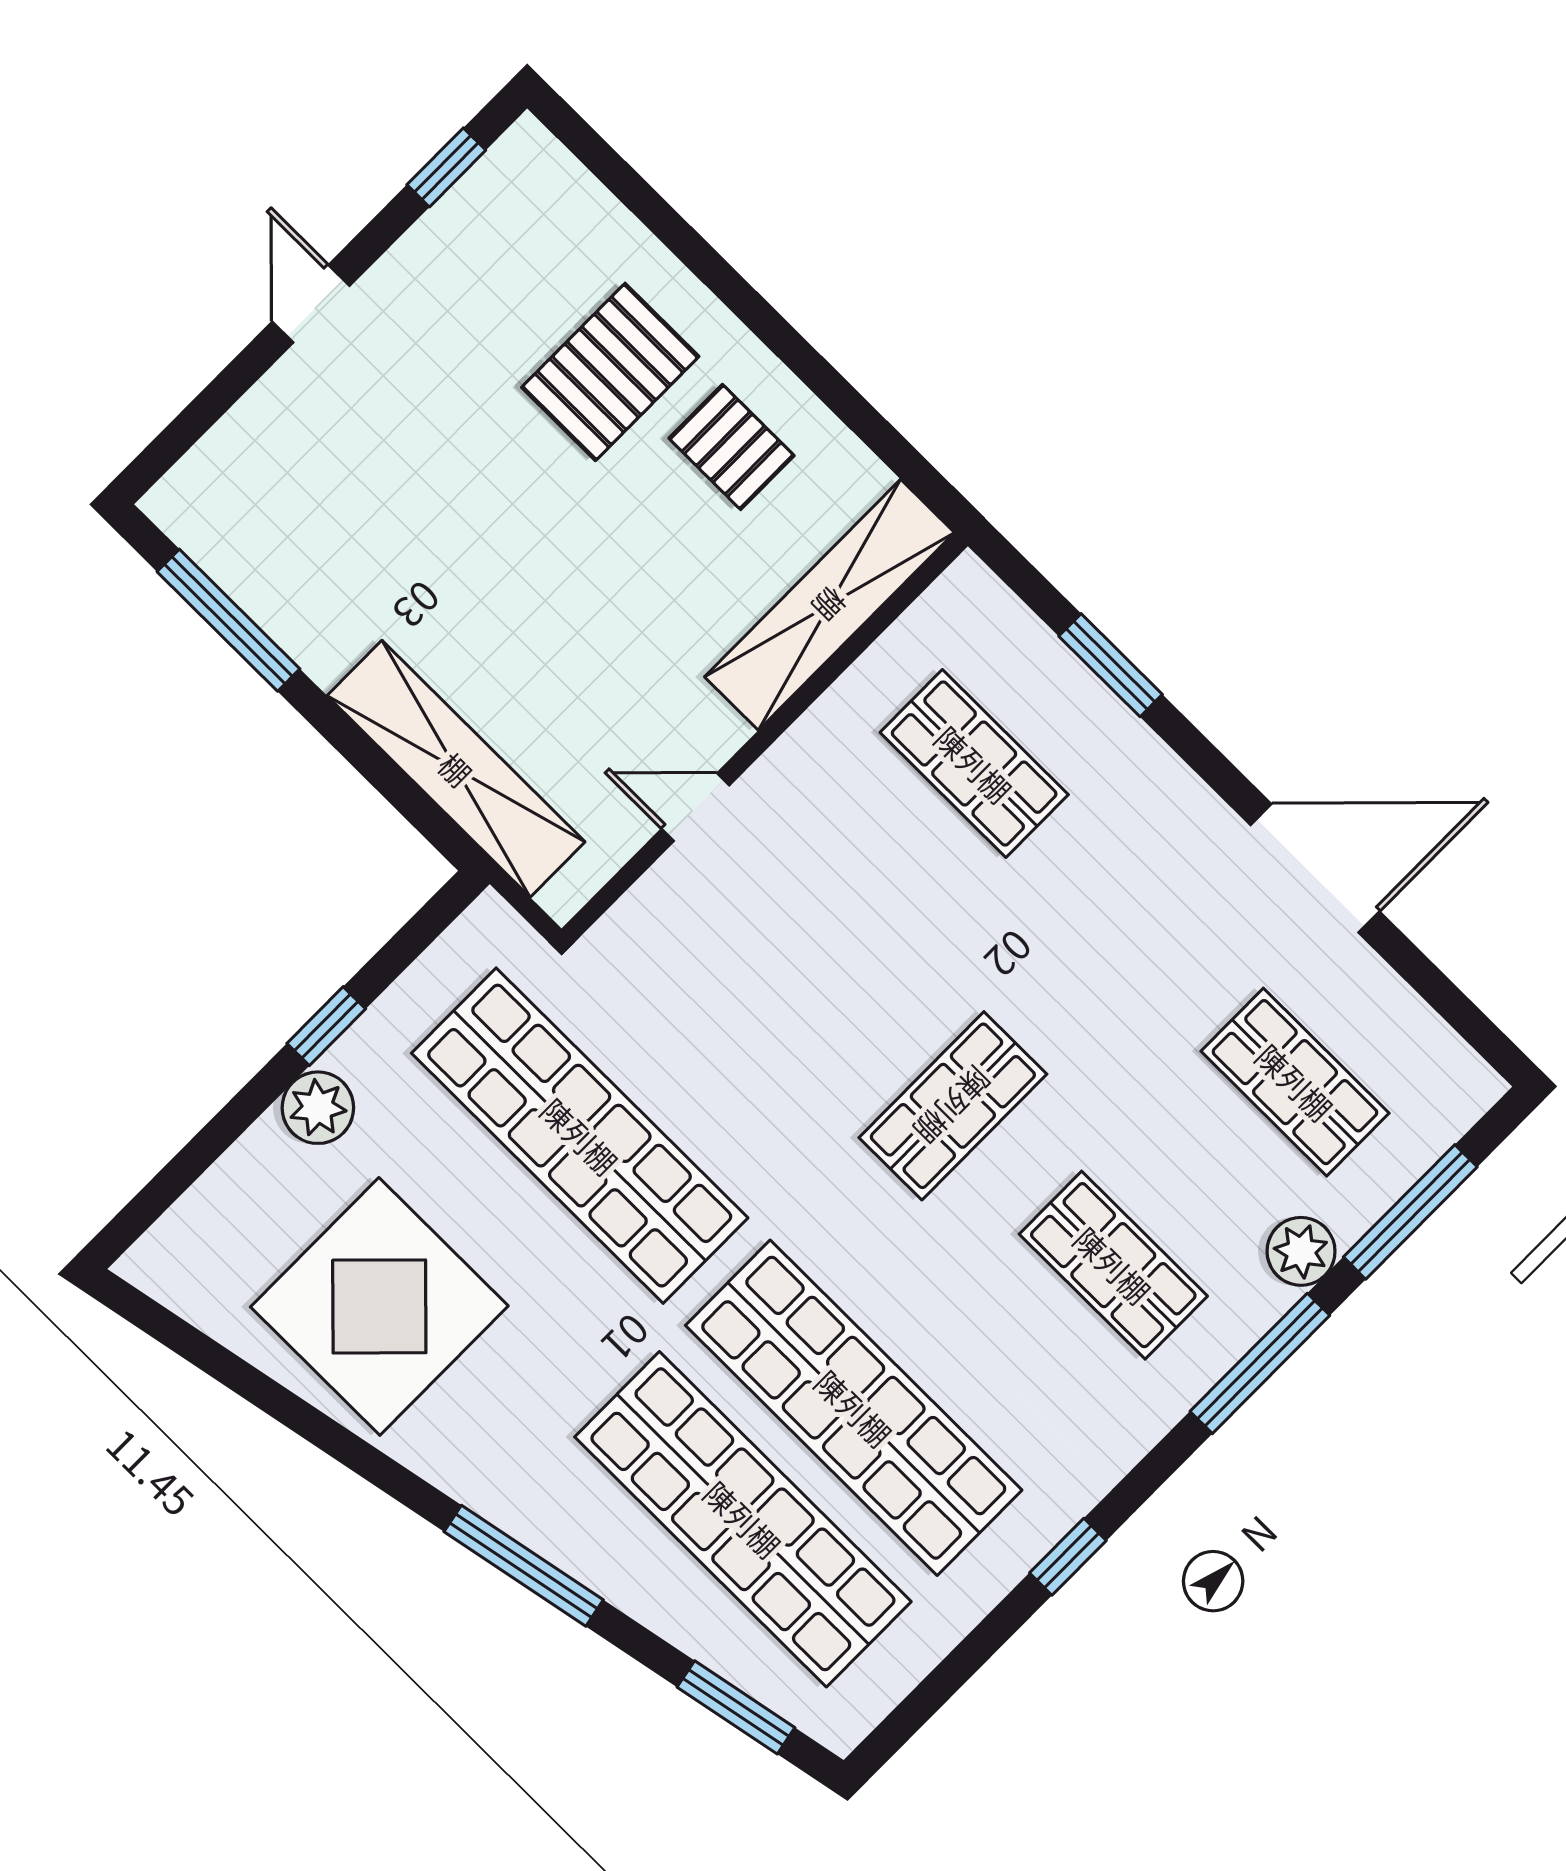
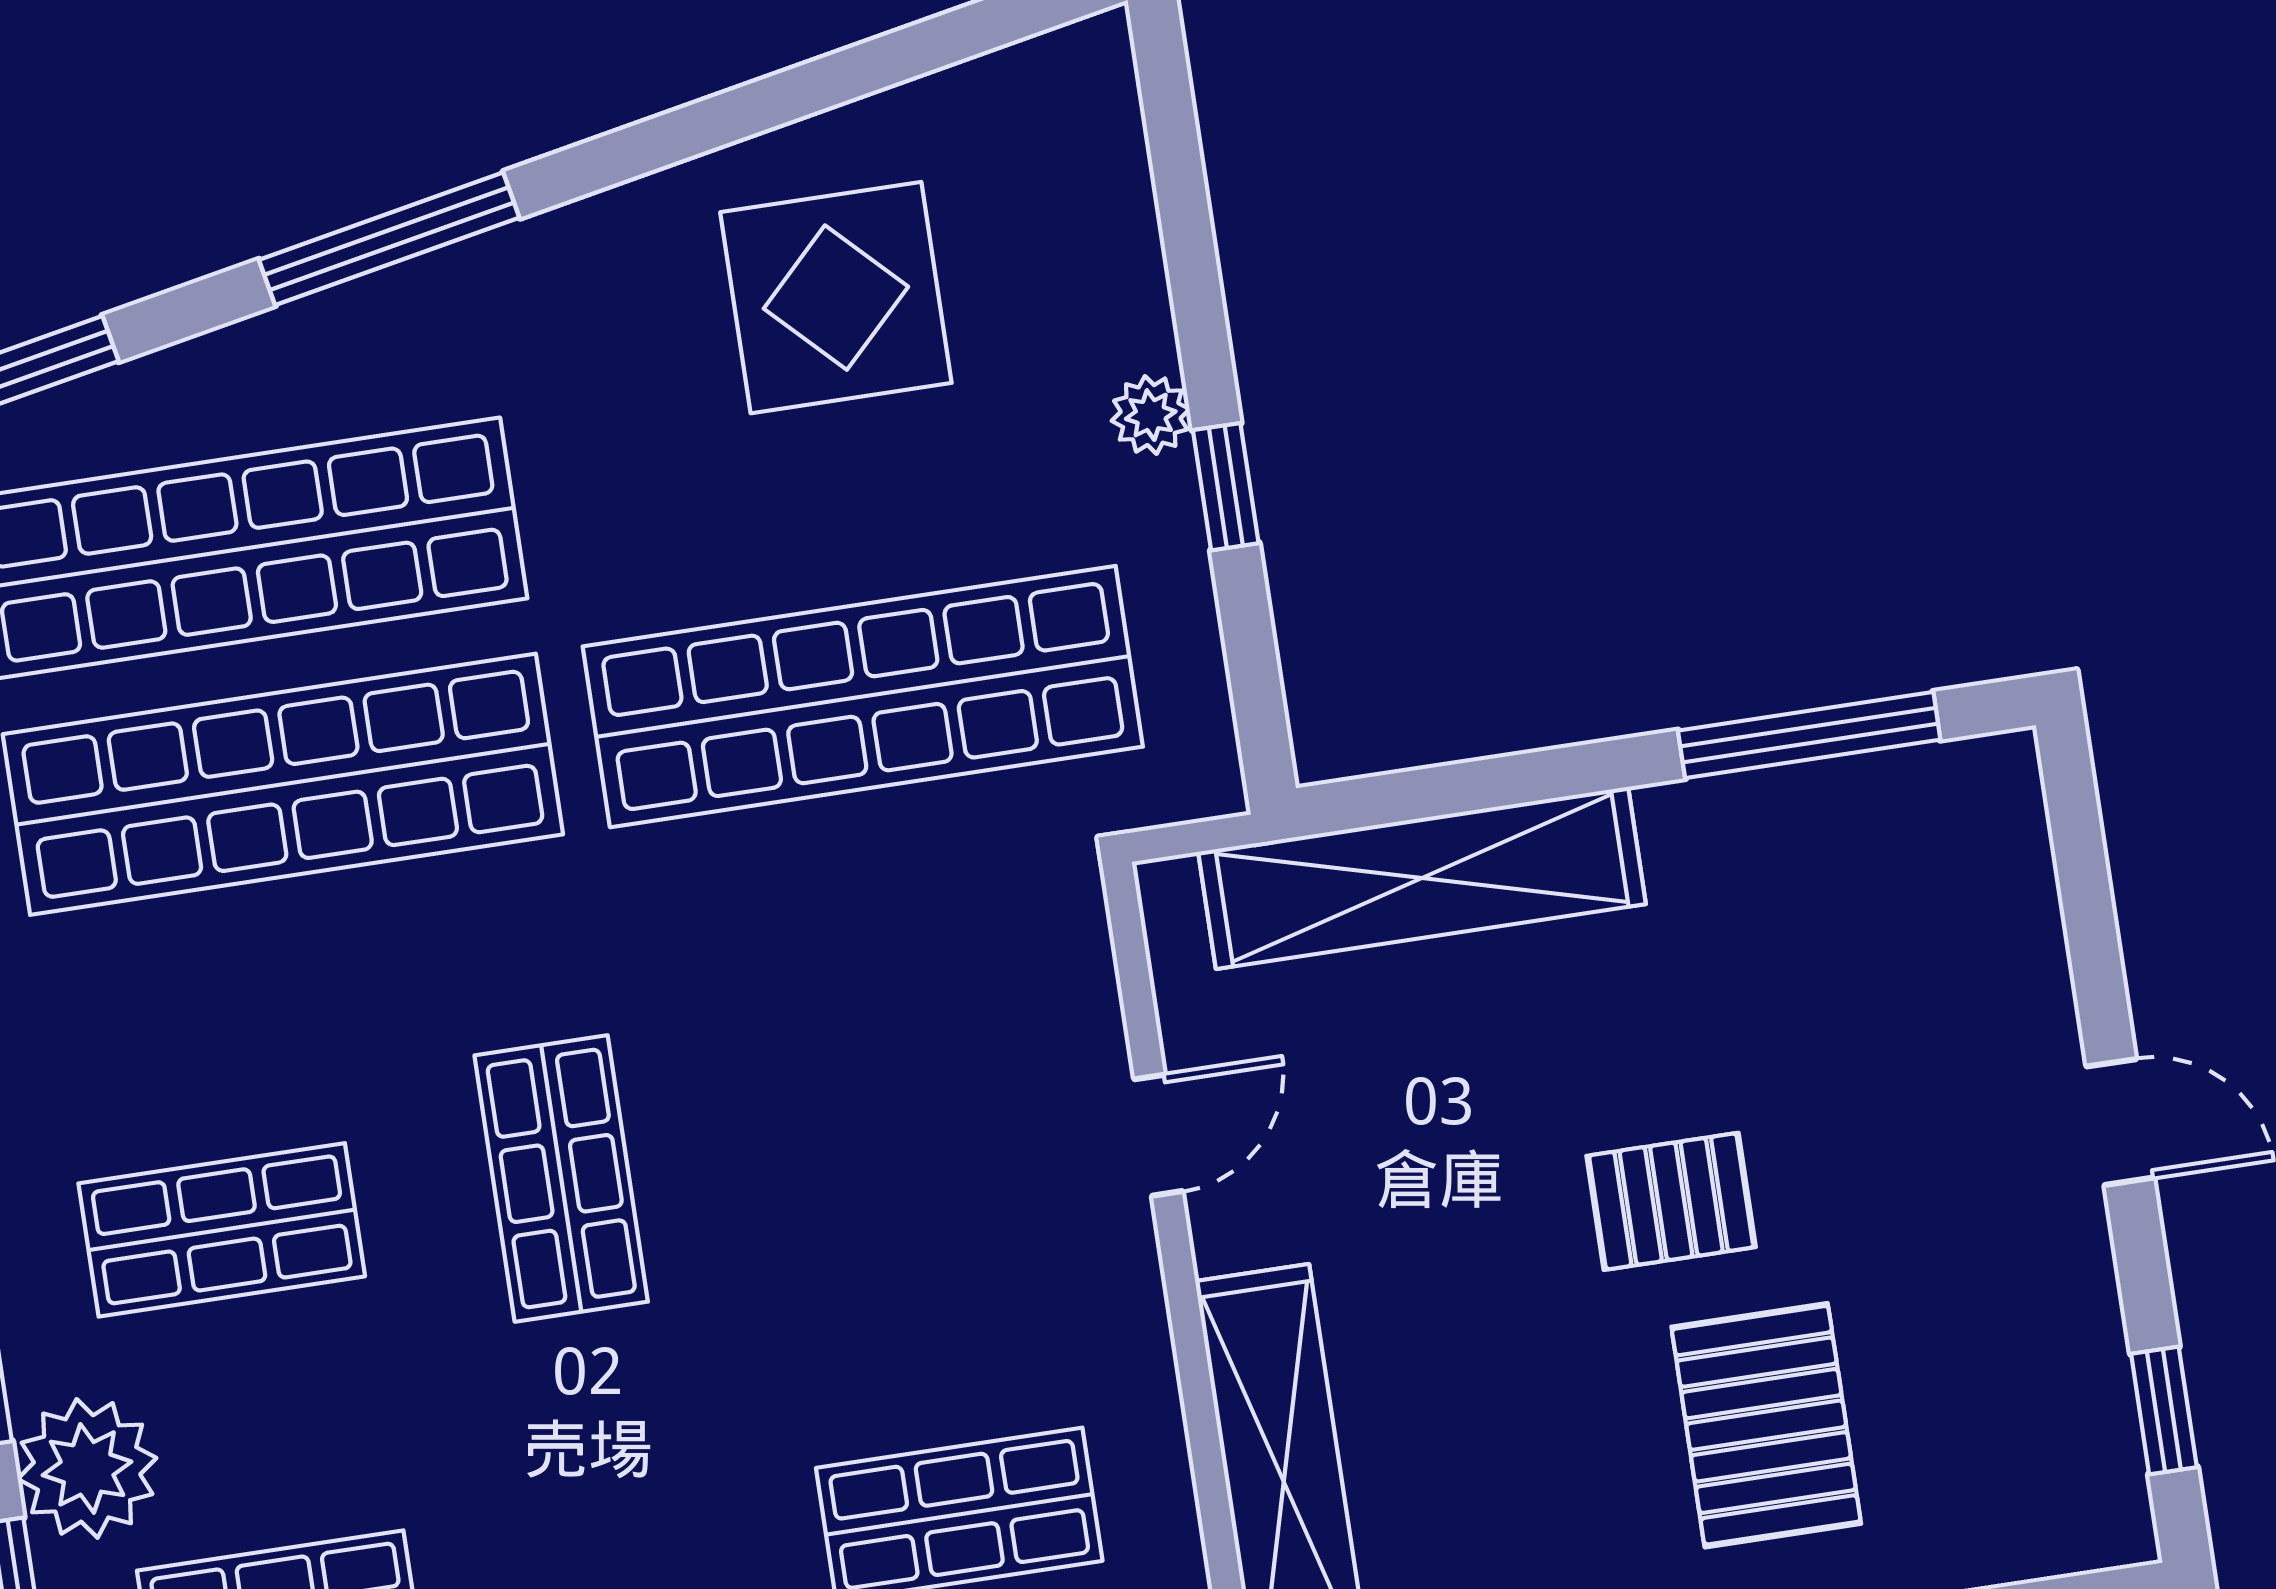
pallet: (731, 447) -> (1671, 1201), moved
plant: (318, 1108) -> (1151, 415), width x0.73, depth x0.73
plant: (1301, 1251) -> (87, 1468), width x1.36, depth x1.36
display table: (379, 1306) -> (836, 298), width x0.73, depth x0.73

